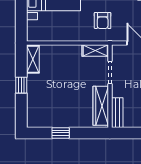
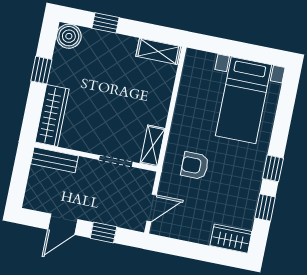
window: (21, 85) -> (105, 23), moved
wardrobe: (101, 106) -> (52, 116), moved, turned 90
boiler: (35, 119) -> (69, 36), added

